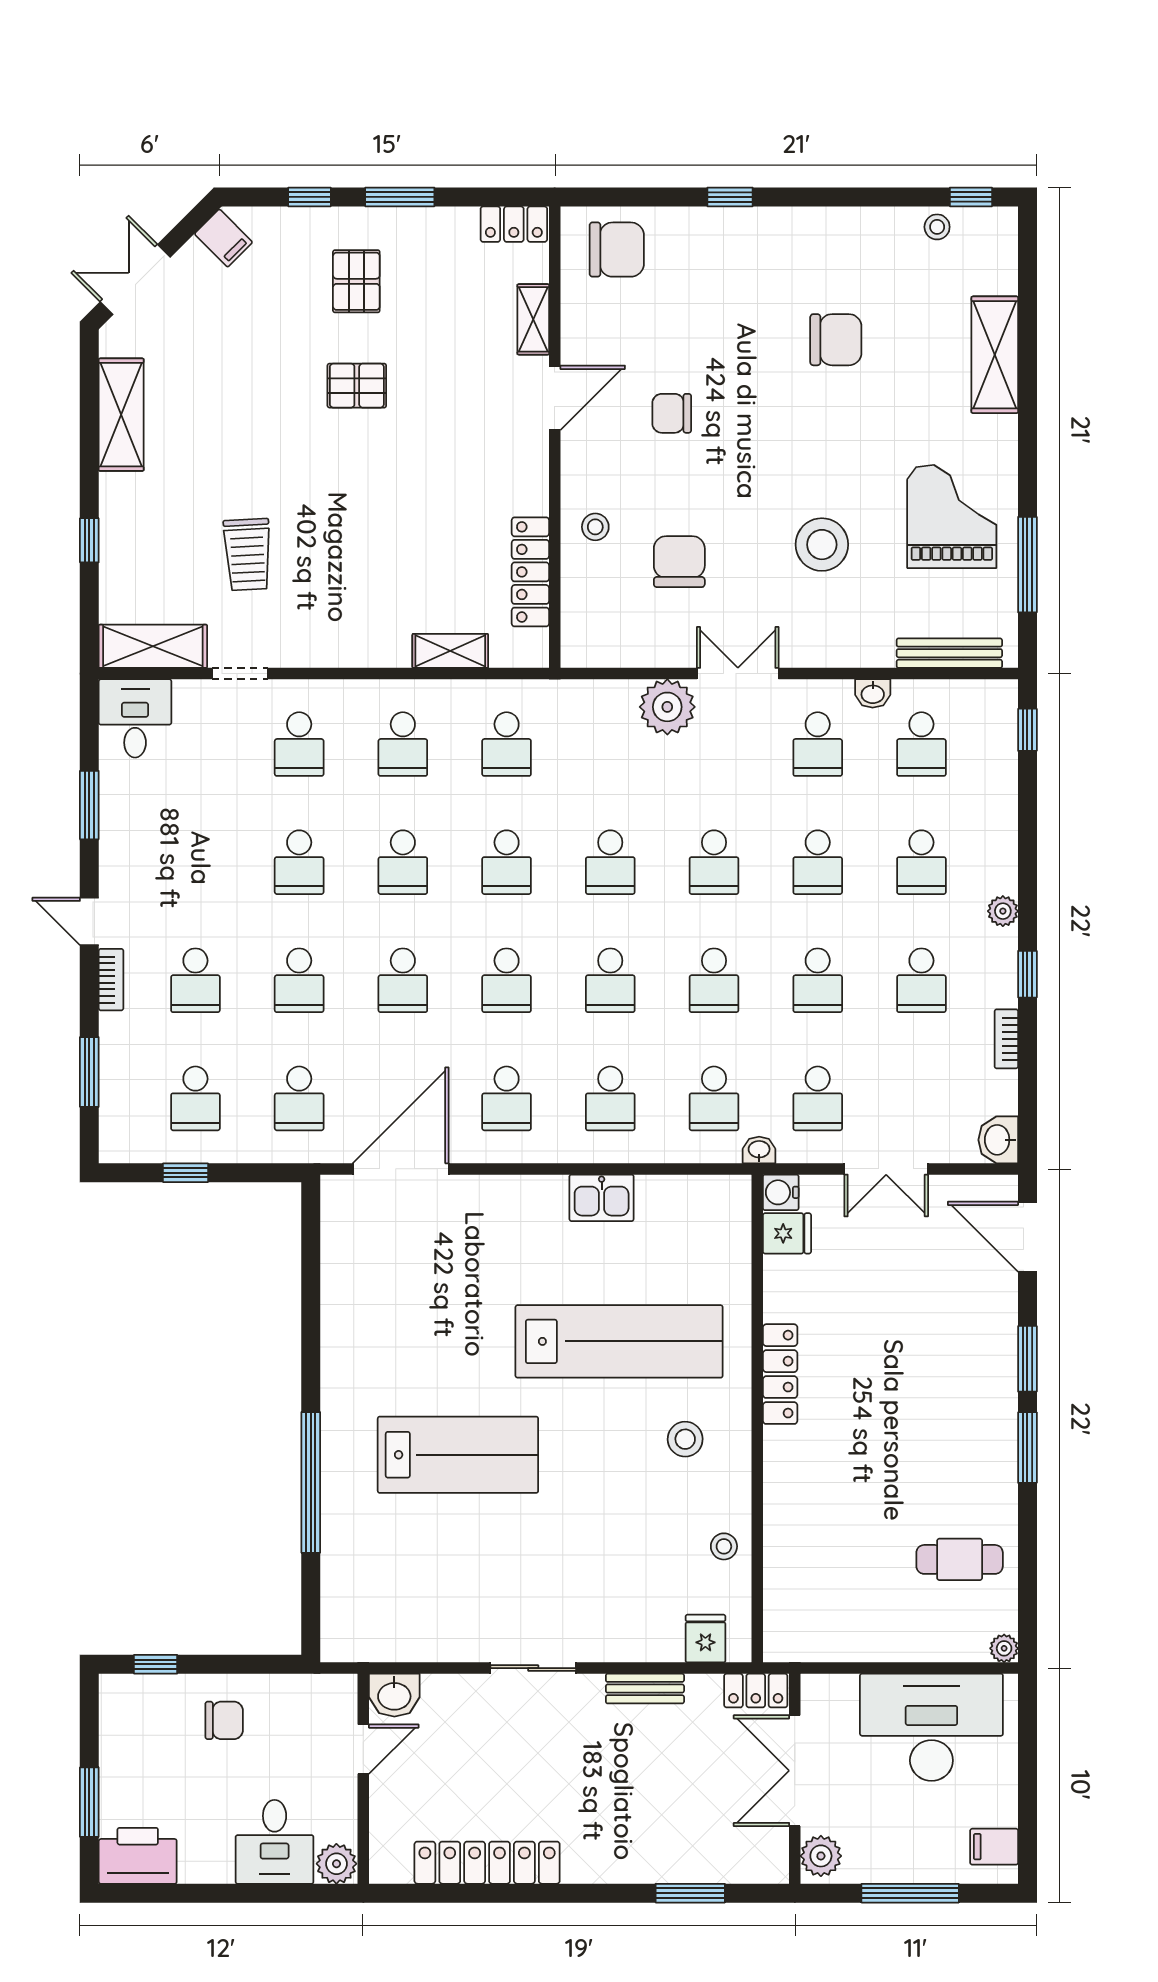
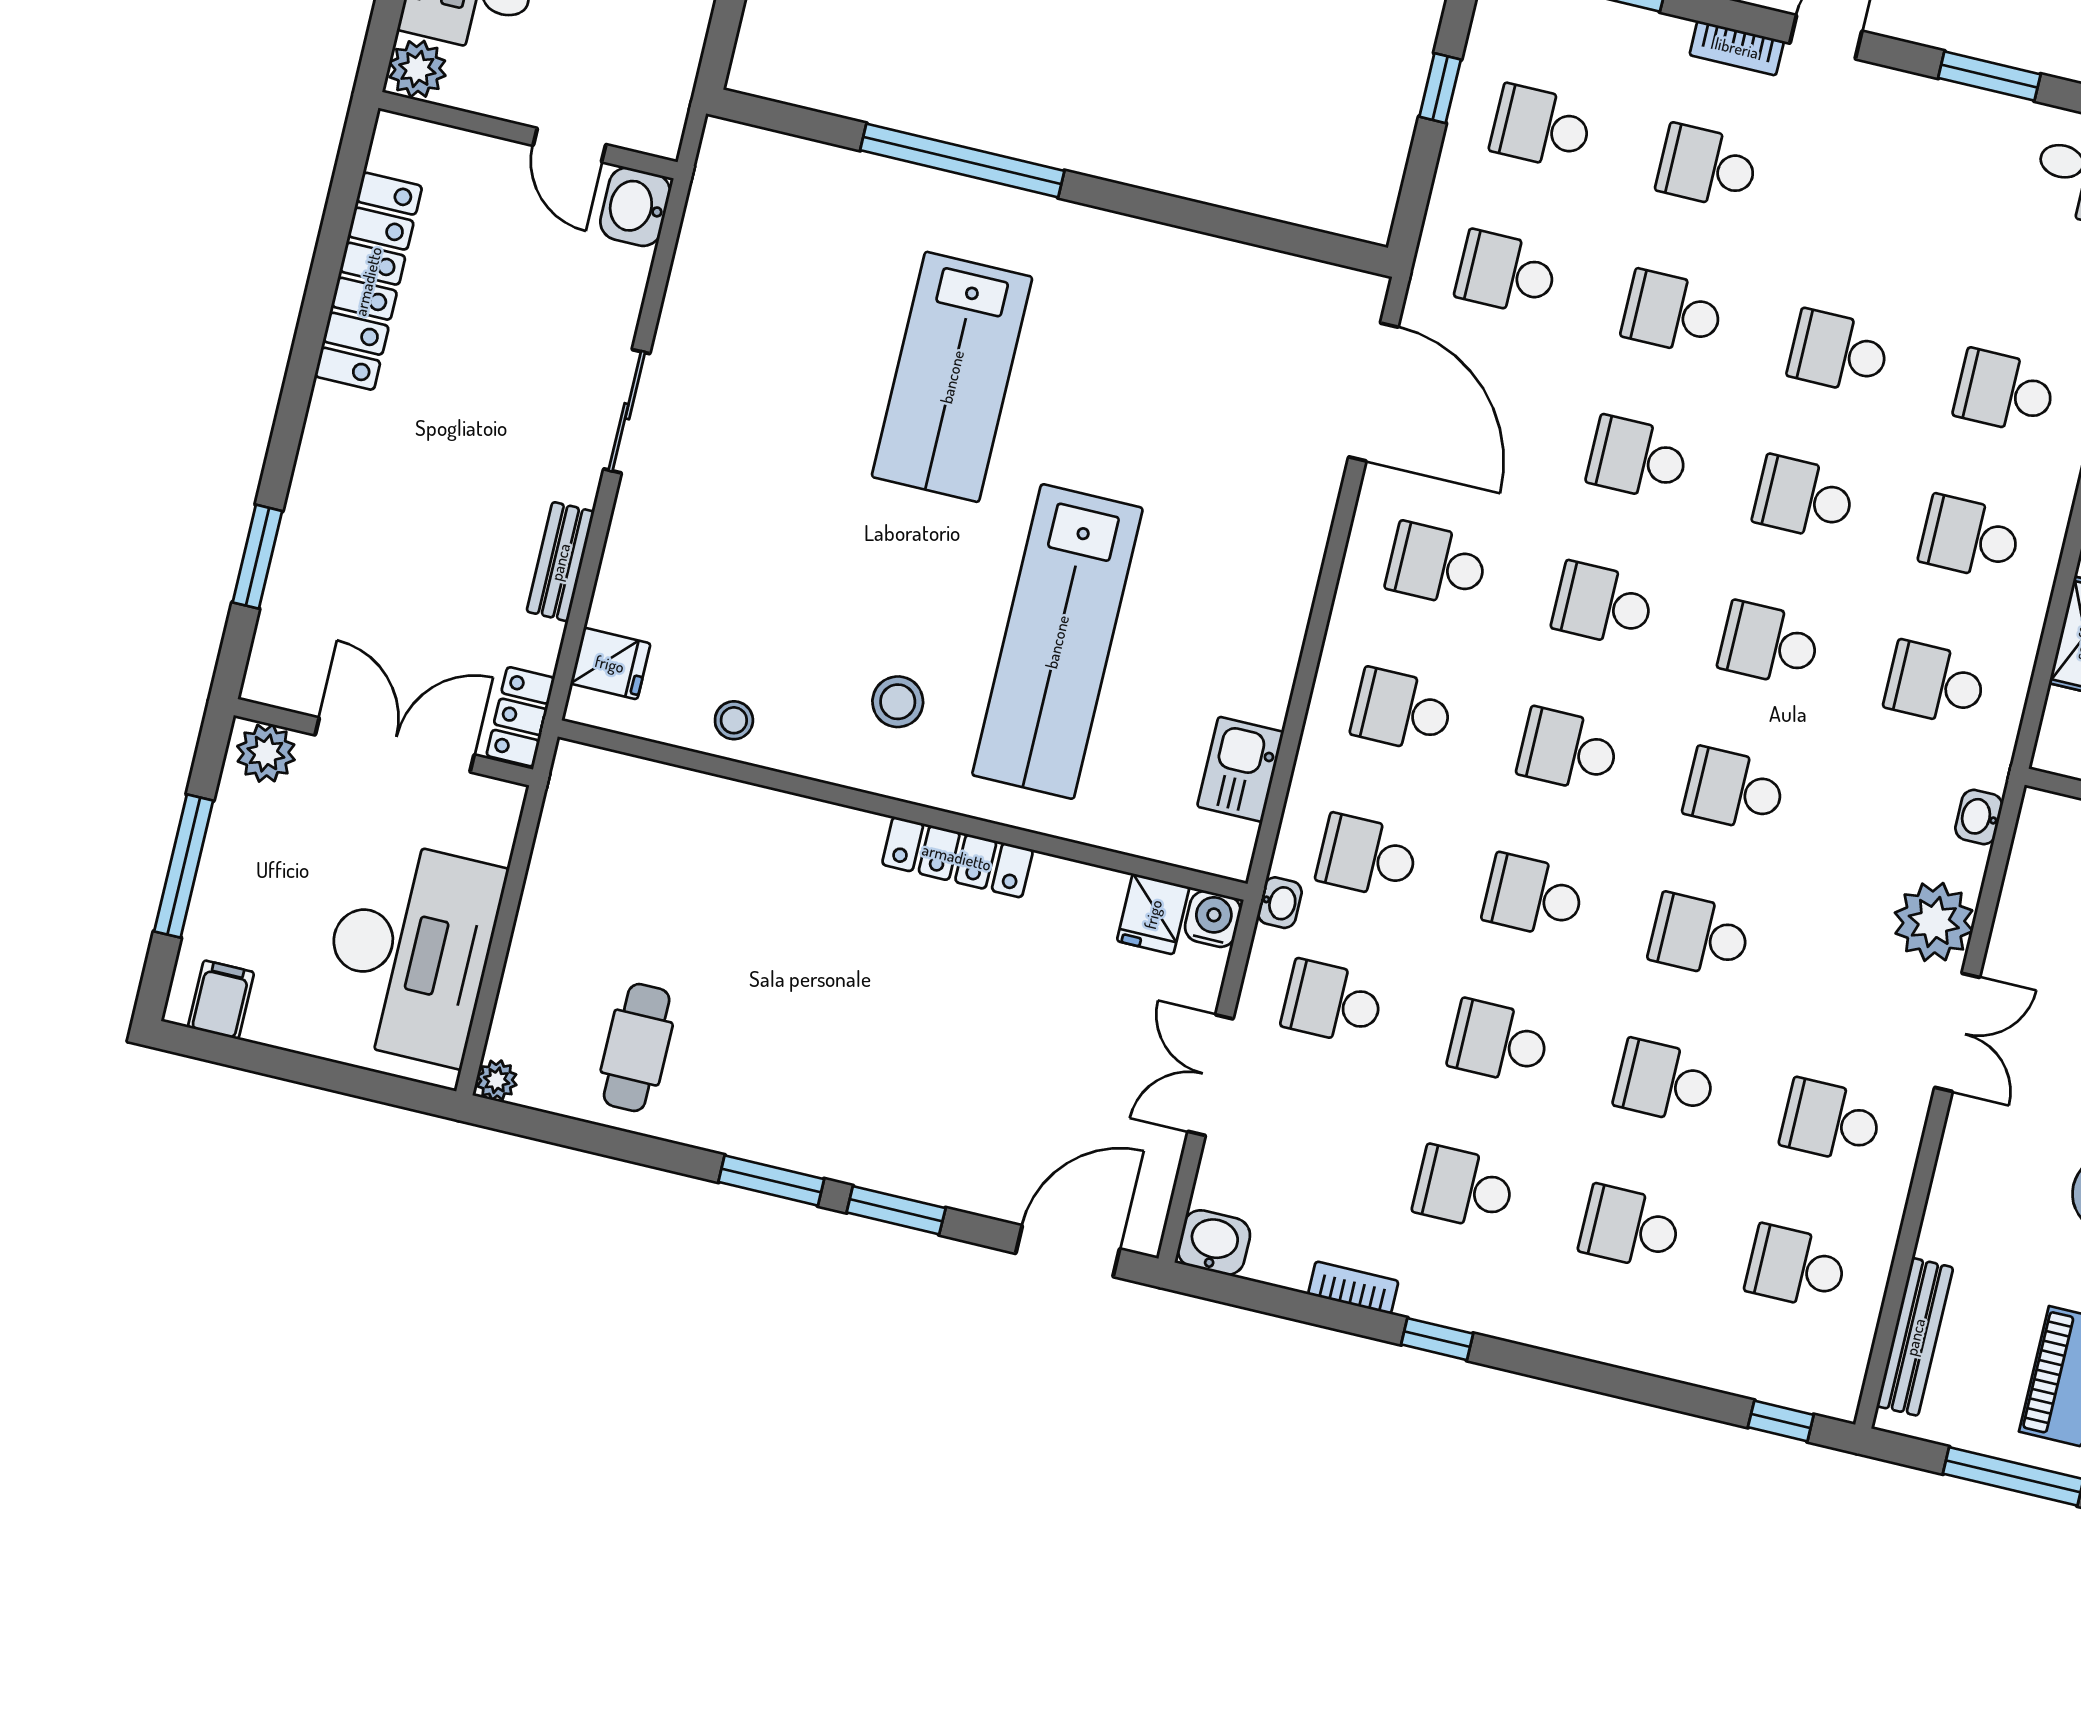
washbasin: (873, 693) -> (1979, 817), moved
plant: (1003, 911) -> (1534, 1326), removed
kitchen sink: (602, 1198) -> (1240, 769), moved

